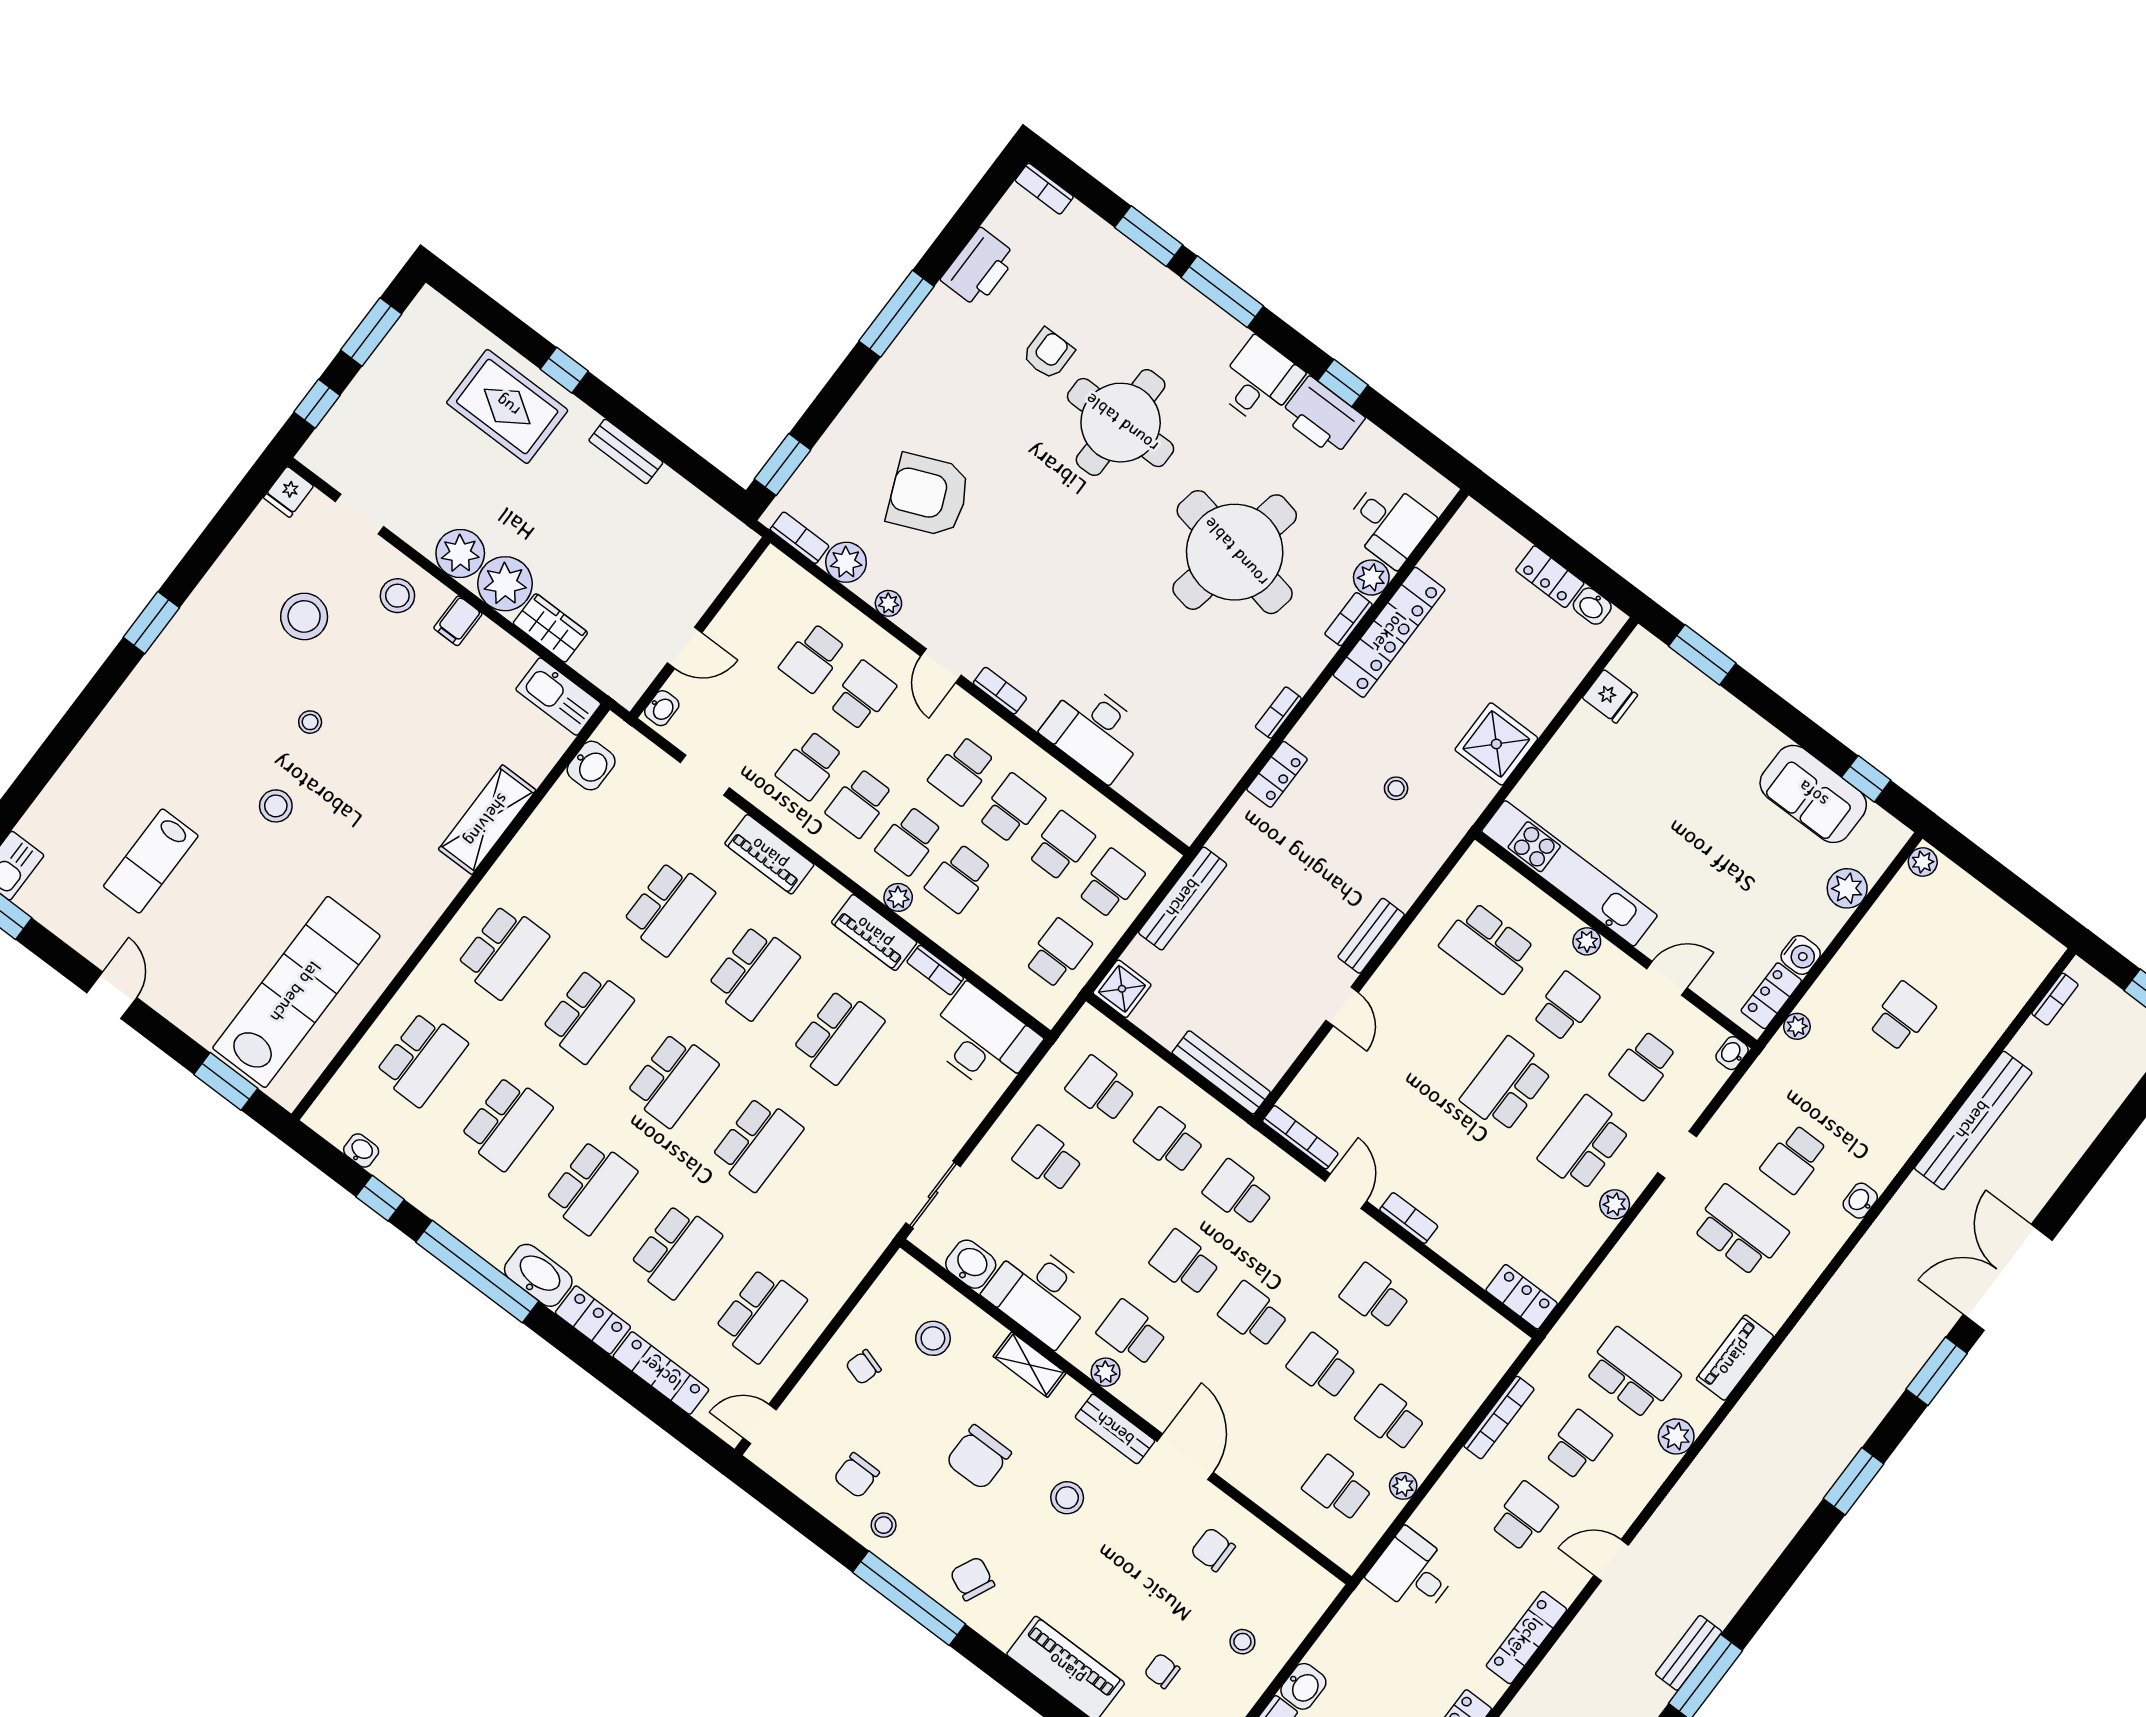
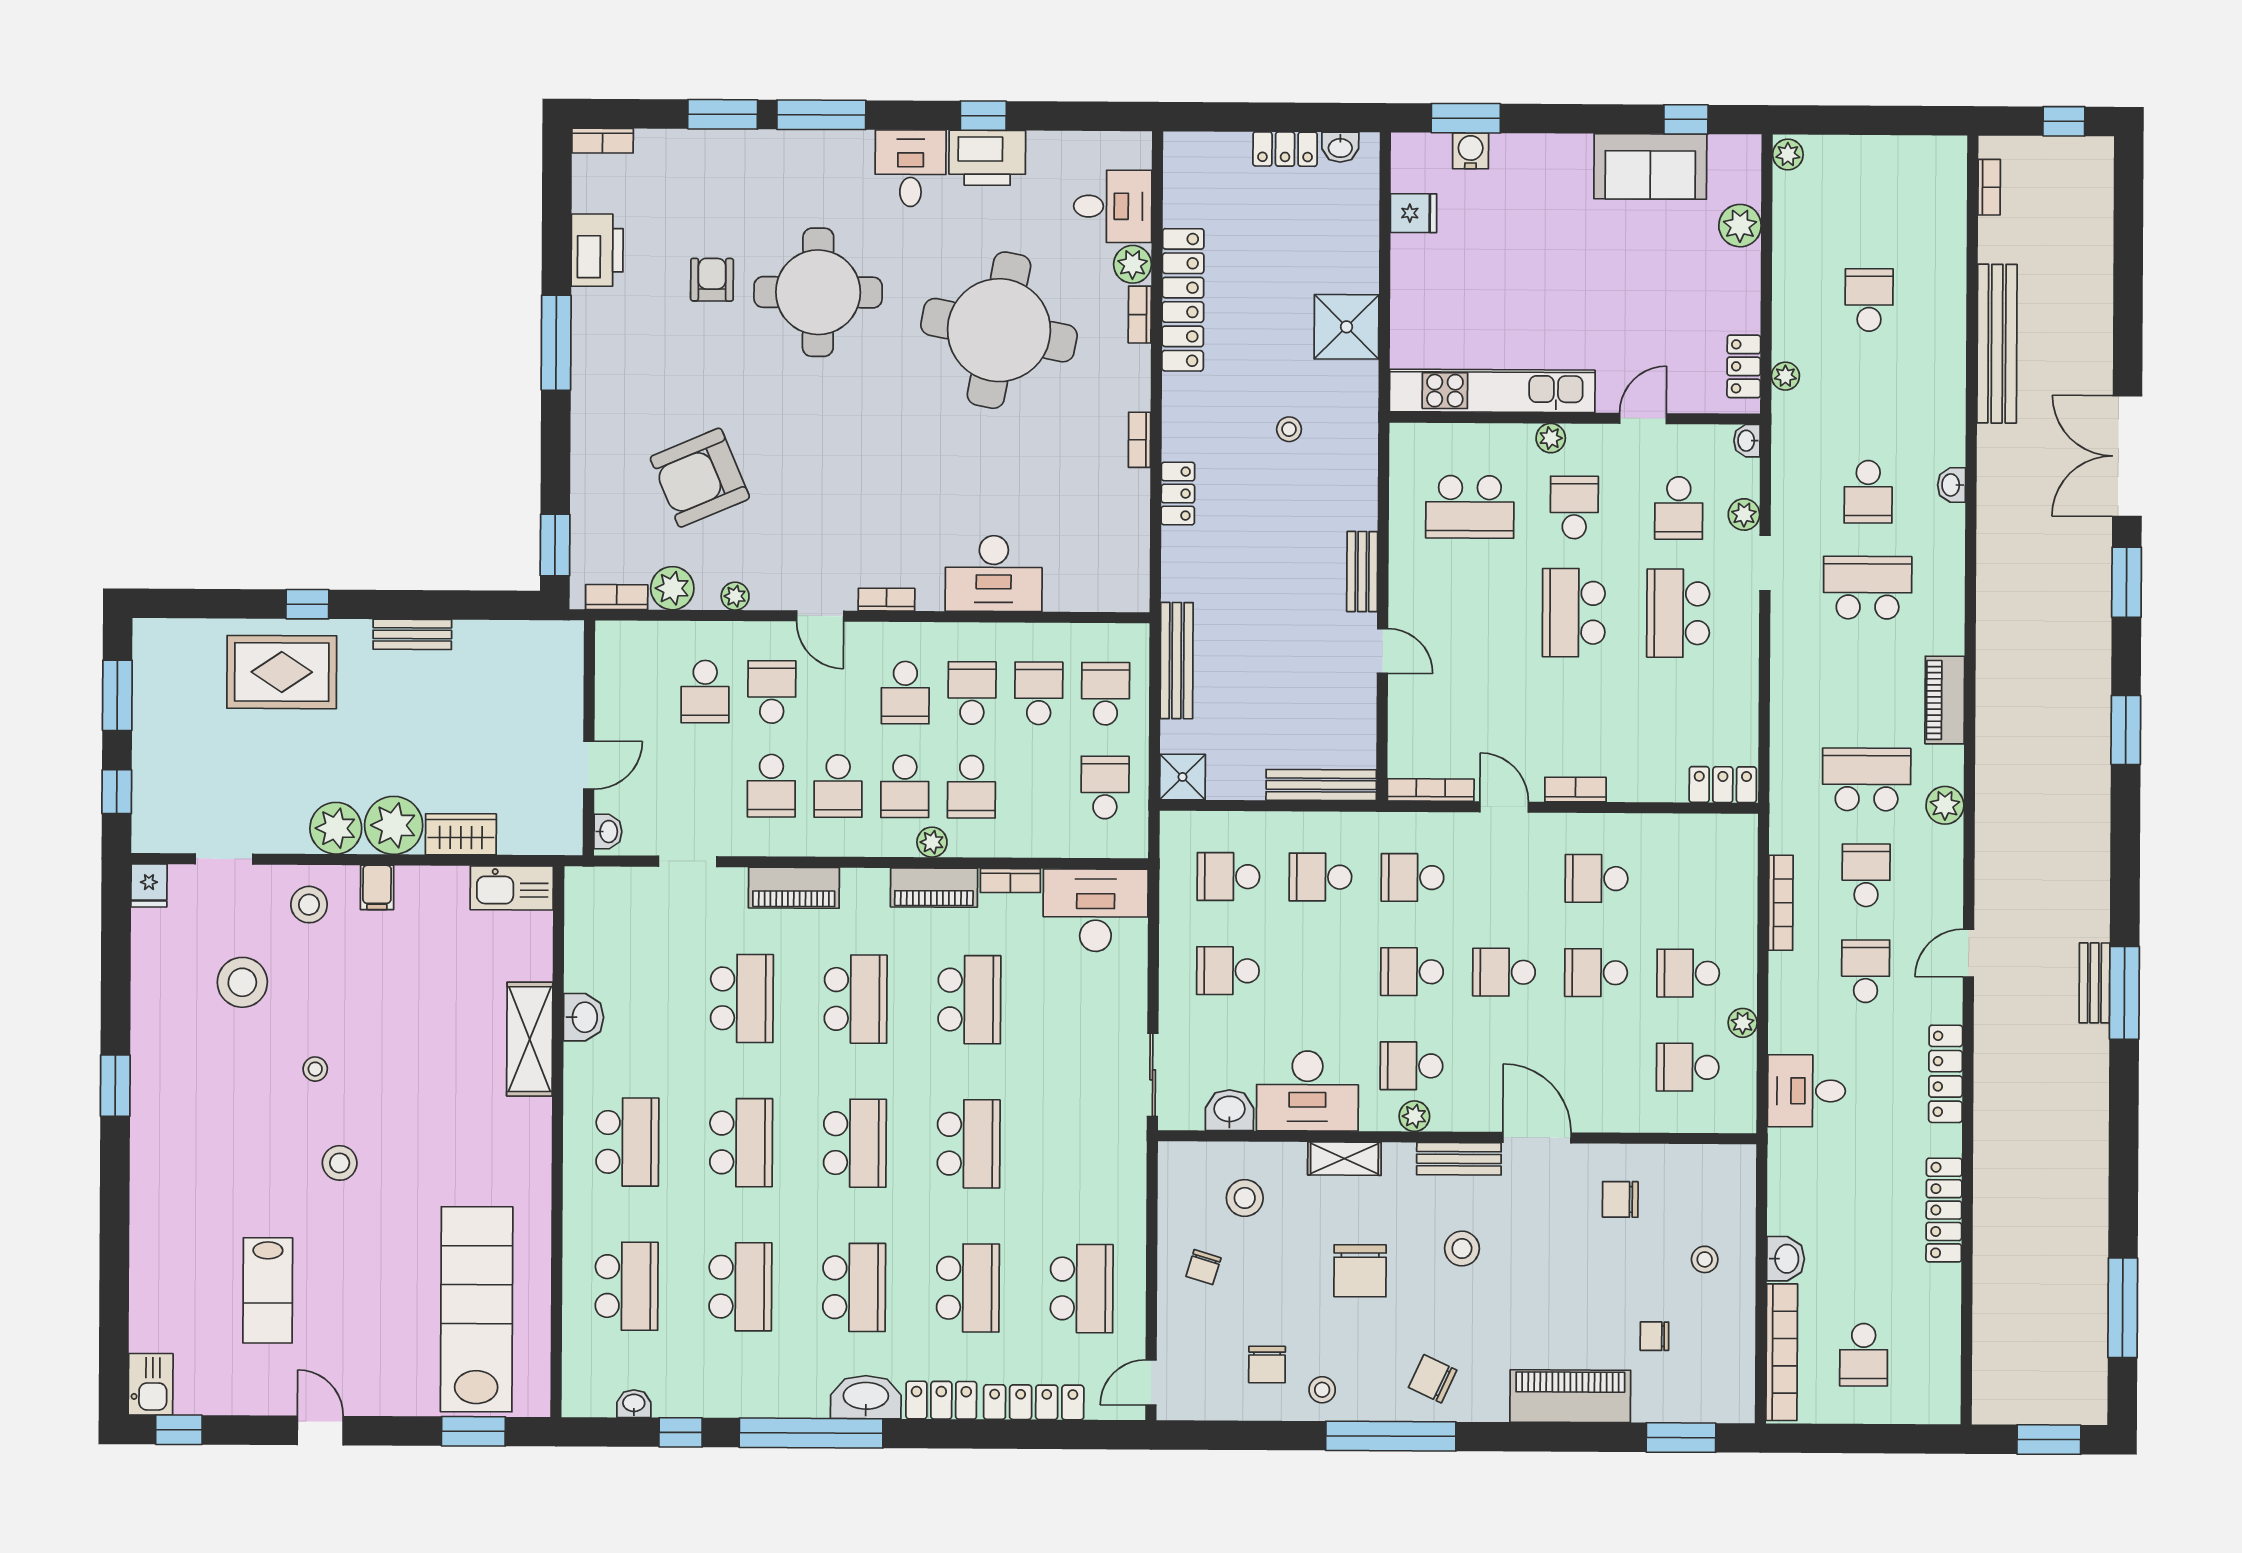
washbasin: (591, 766) -> (584, 1017), moved
water cooler: (1801, 955) -> (1471, 151), moved, turned -90
plant: (1615, 1204) -> (1744, 514), moved

